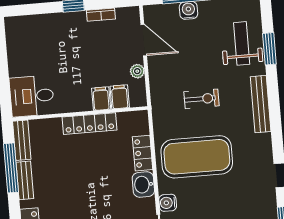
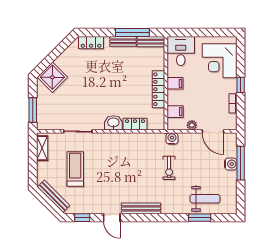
corner desk: (41, 39) -> (220, 61), added
door: (144, 40) -> (213, 131), hinge flipped
filing cabinet: (101, 99) -> (175, 83), moved
bench: (261, 104) -> (141, 208), moved
exercise mat: (197, 157) -> (129, 161), removed
water cooler: (168, 203) -> (172, 139), moved

